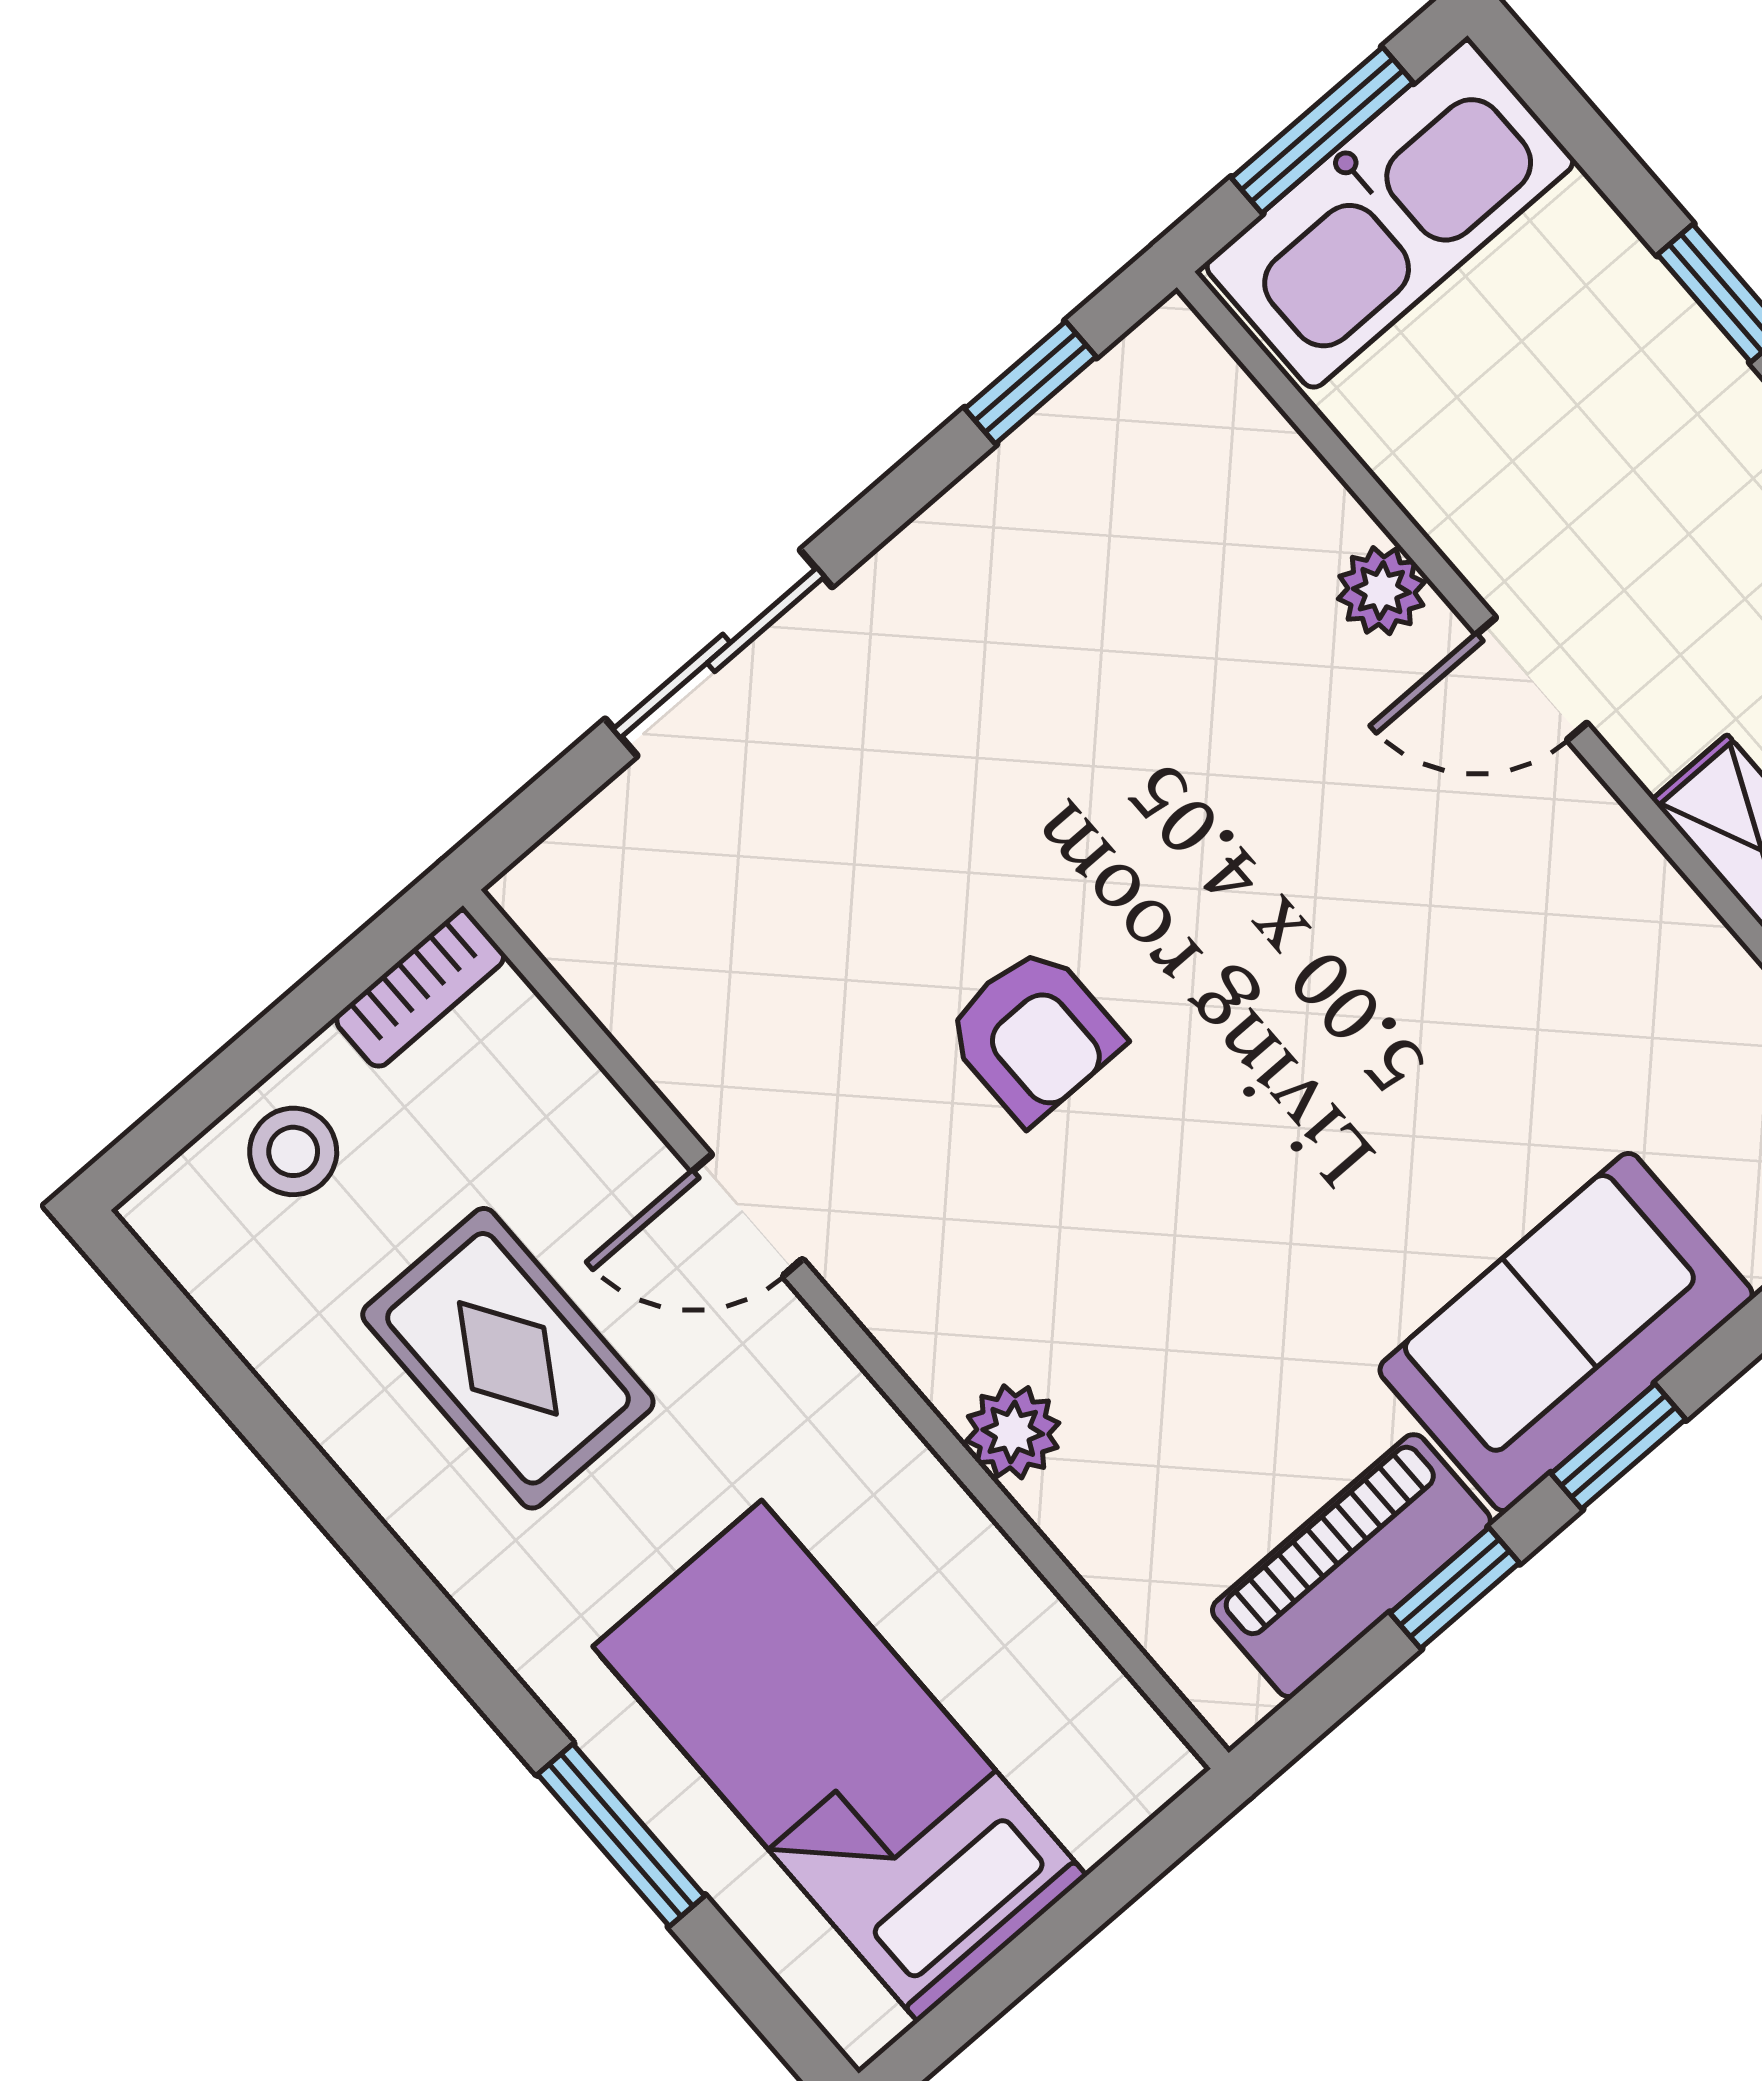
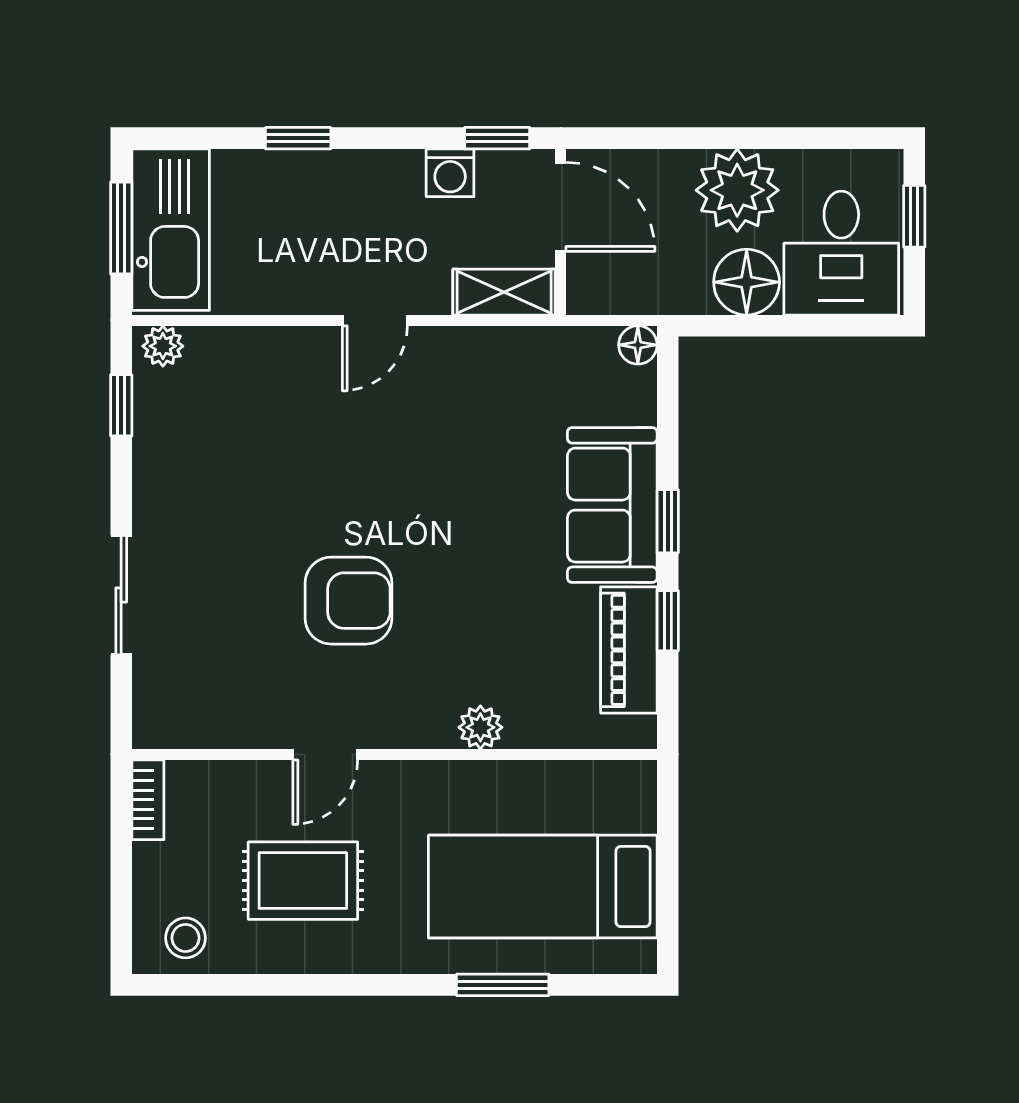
plant: (1381, 591) -> (163, 346), moved
armchair: (1033, 1034) -> (348, 601), width x1.38, depth x1.38
stool: (293, 1151) -> (185, 938), moved

